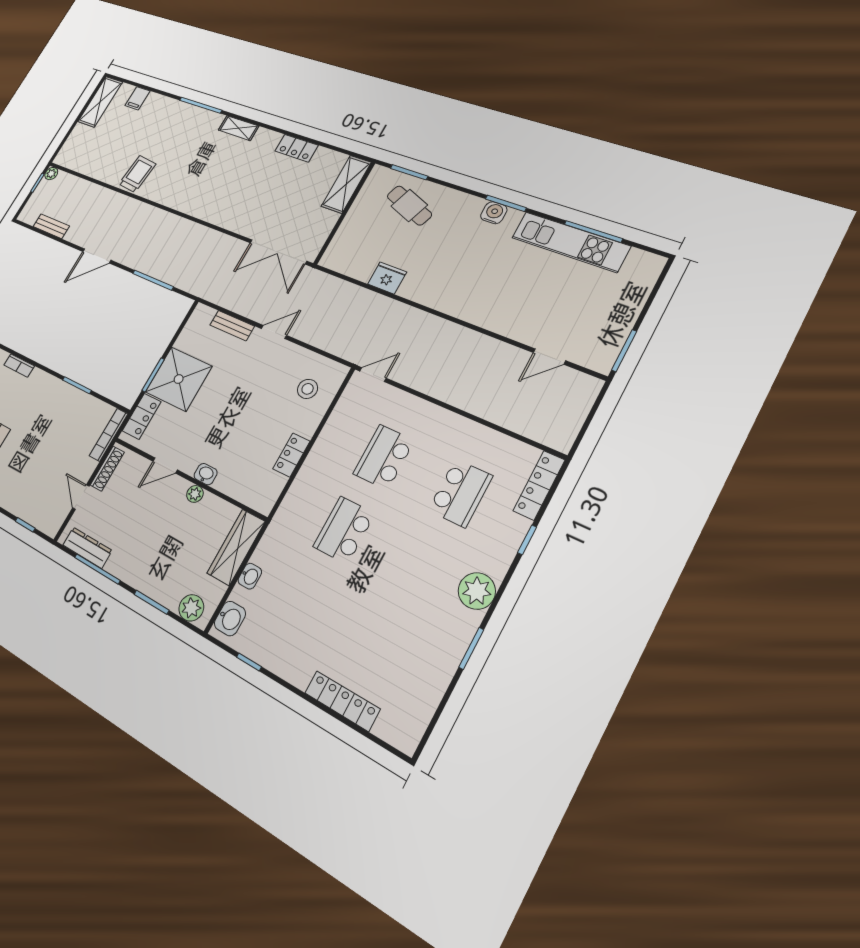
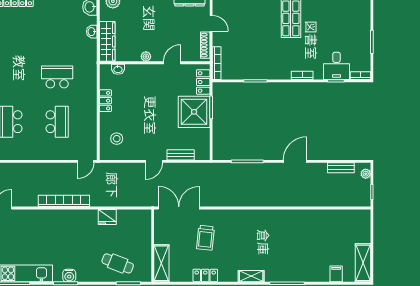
plant: (51, 174) -> (366, 174), moved
trolley: (137, 174) -> (205, 238), moved
bookcase: (441, 328) -> (64, 201), added
washbasin: (206, 474) -> (118, 69), moved
school desk: (344, 530) -> (57, 77), turned -90

